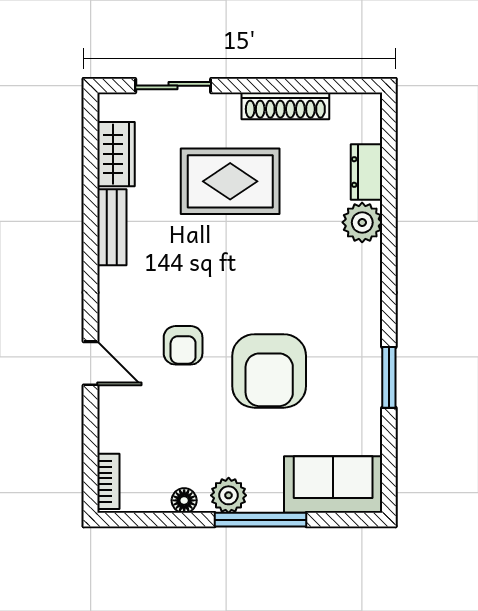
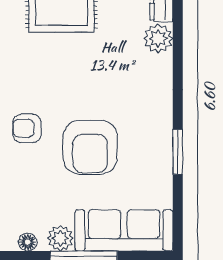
armchair: (183, 345) -> (27, 128), turned 90
sofa: (333, 485) -> (124, 230), width x1.36

